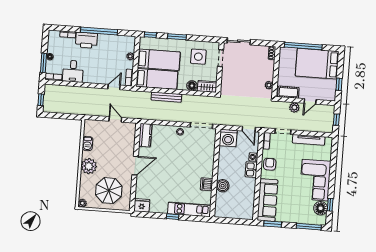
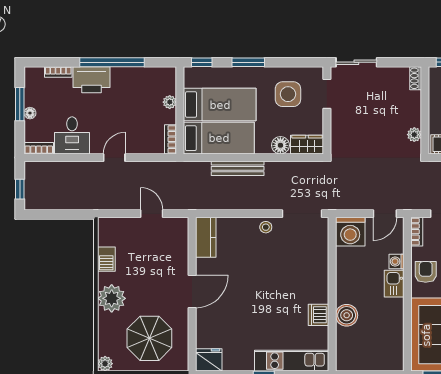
window: (44, 63) -> (20, 104), moved
door: (114, 87) -> (114, 158), moved
door: (249, 129) -> (385, 214), hinge flipped

